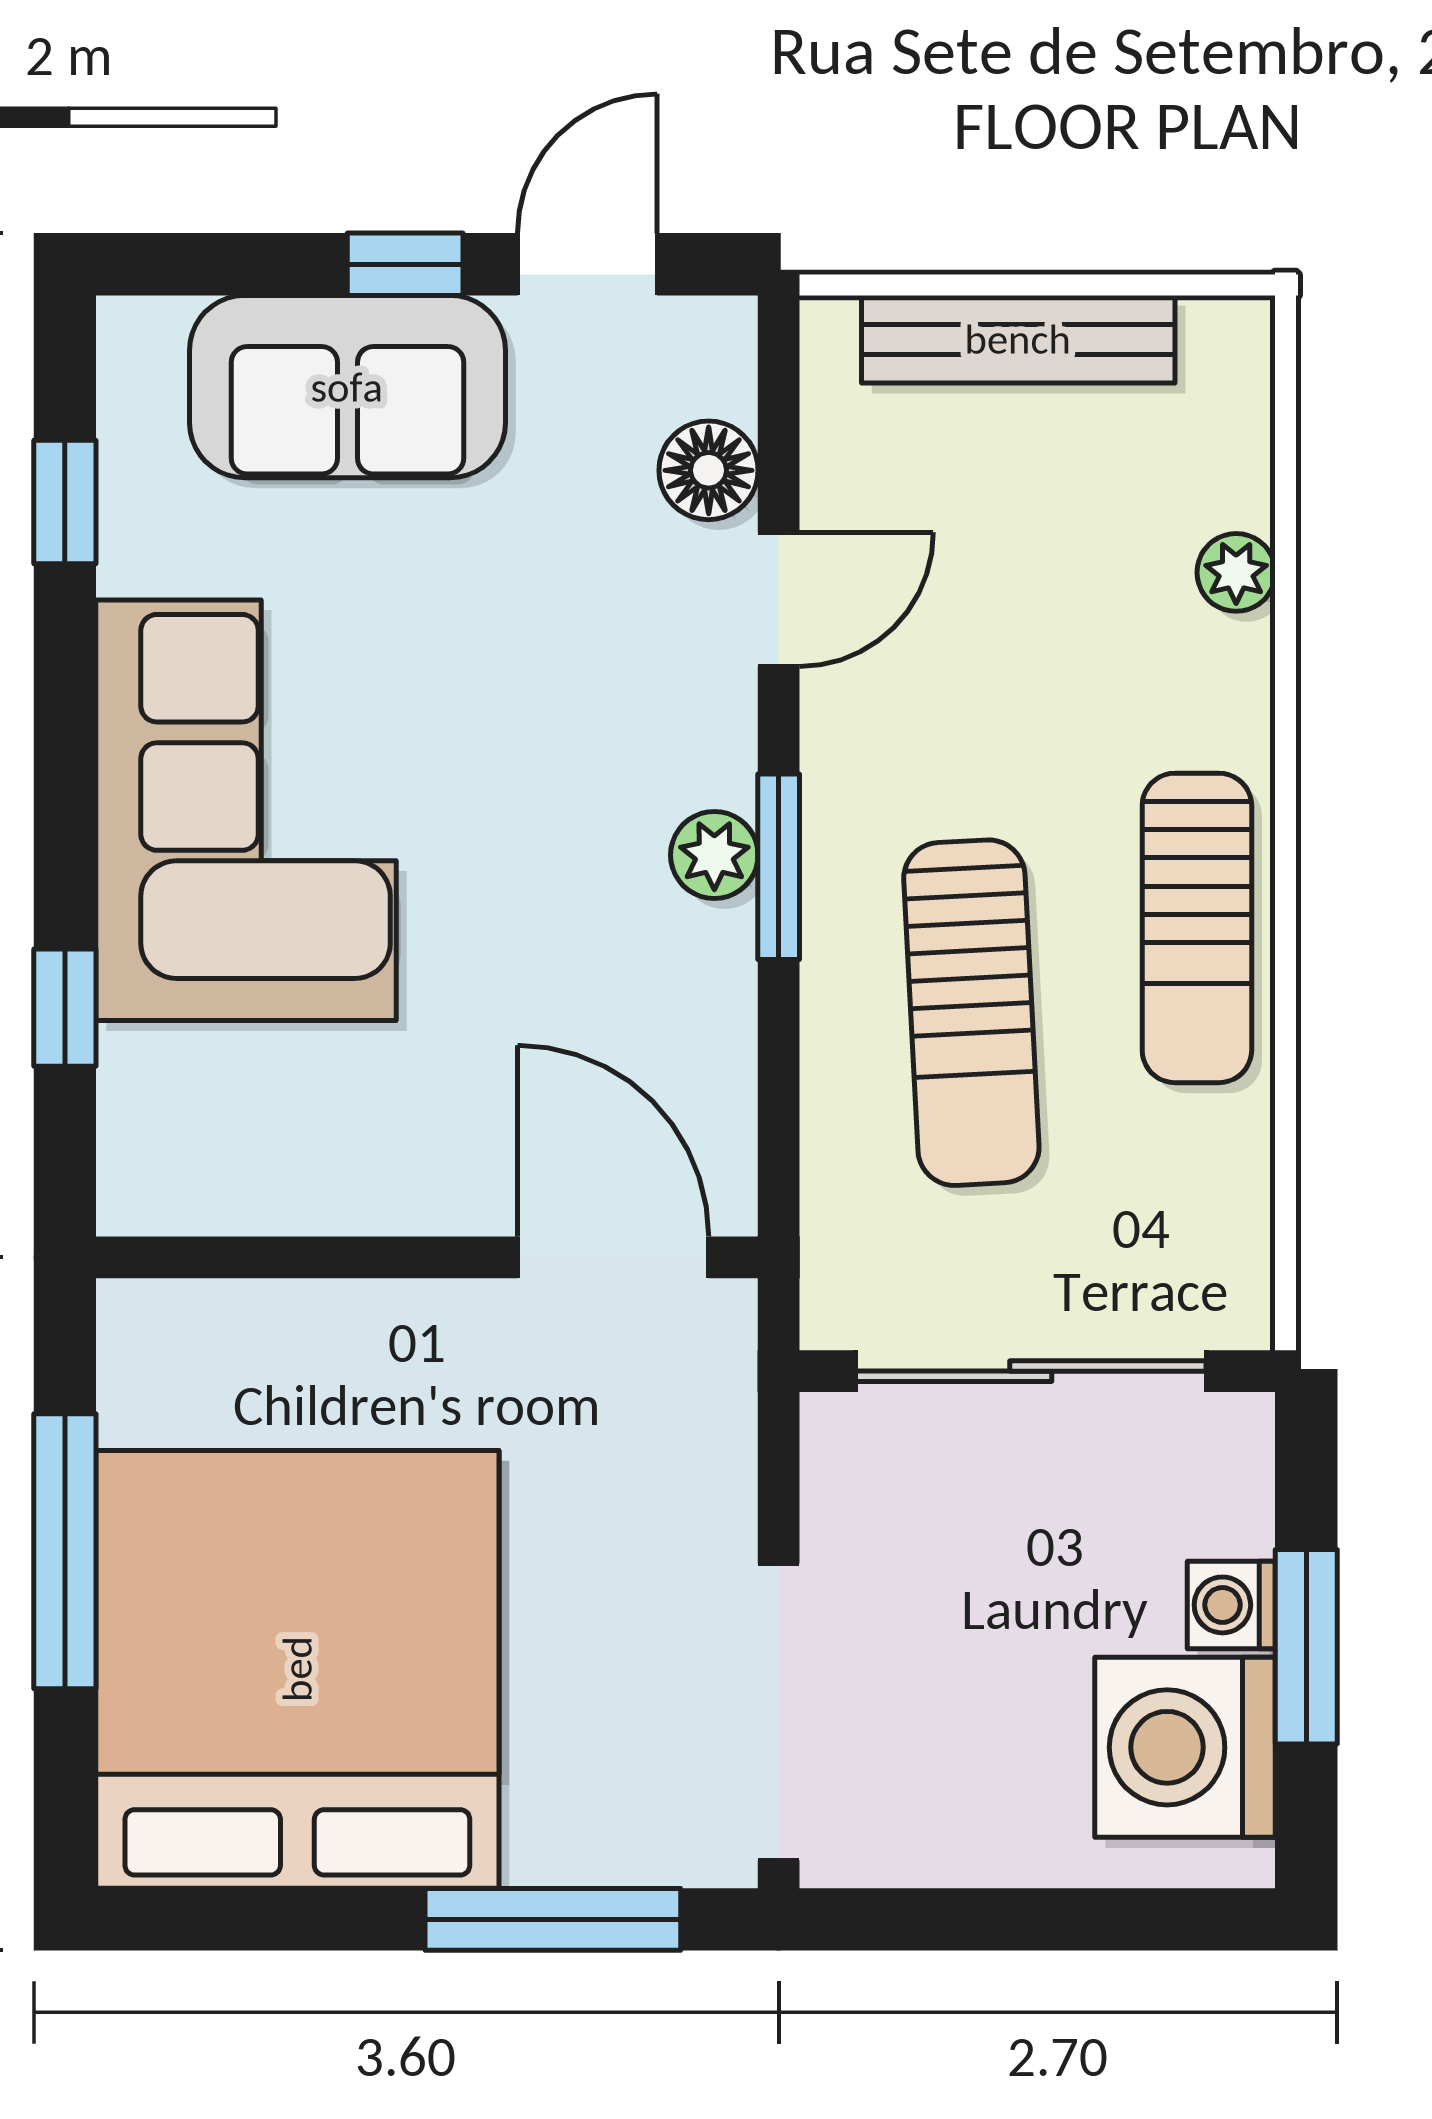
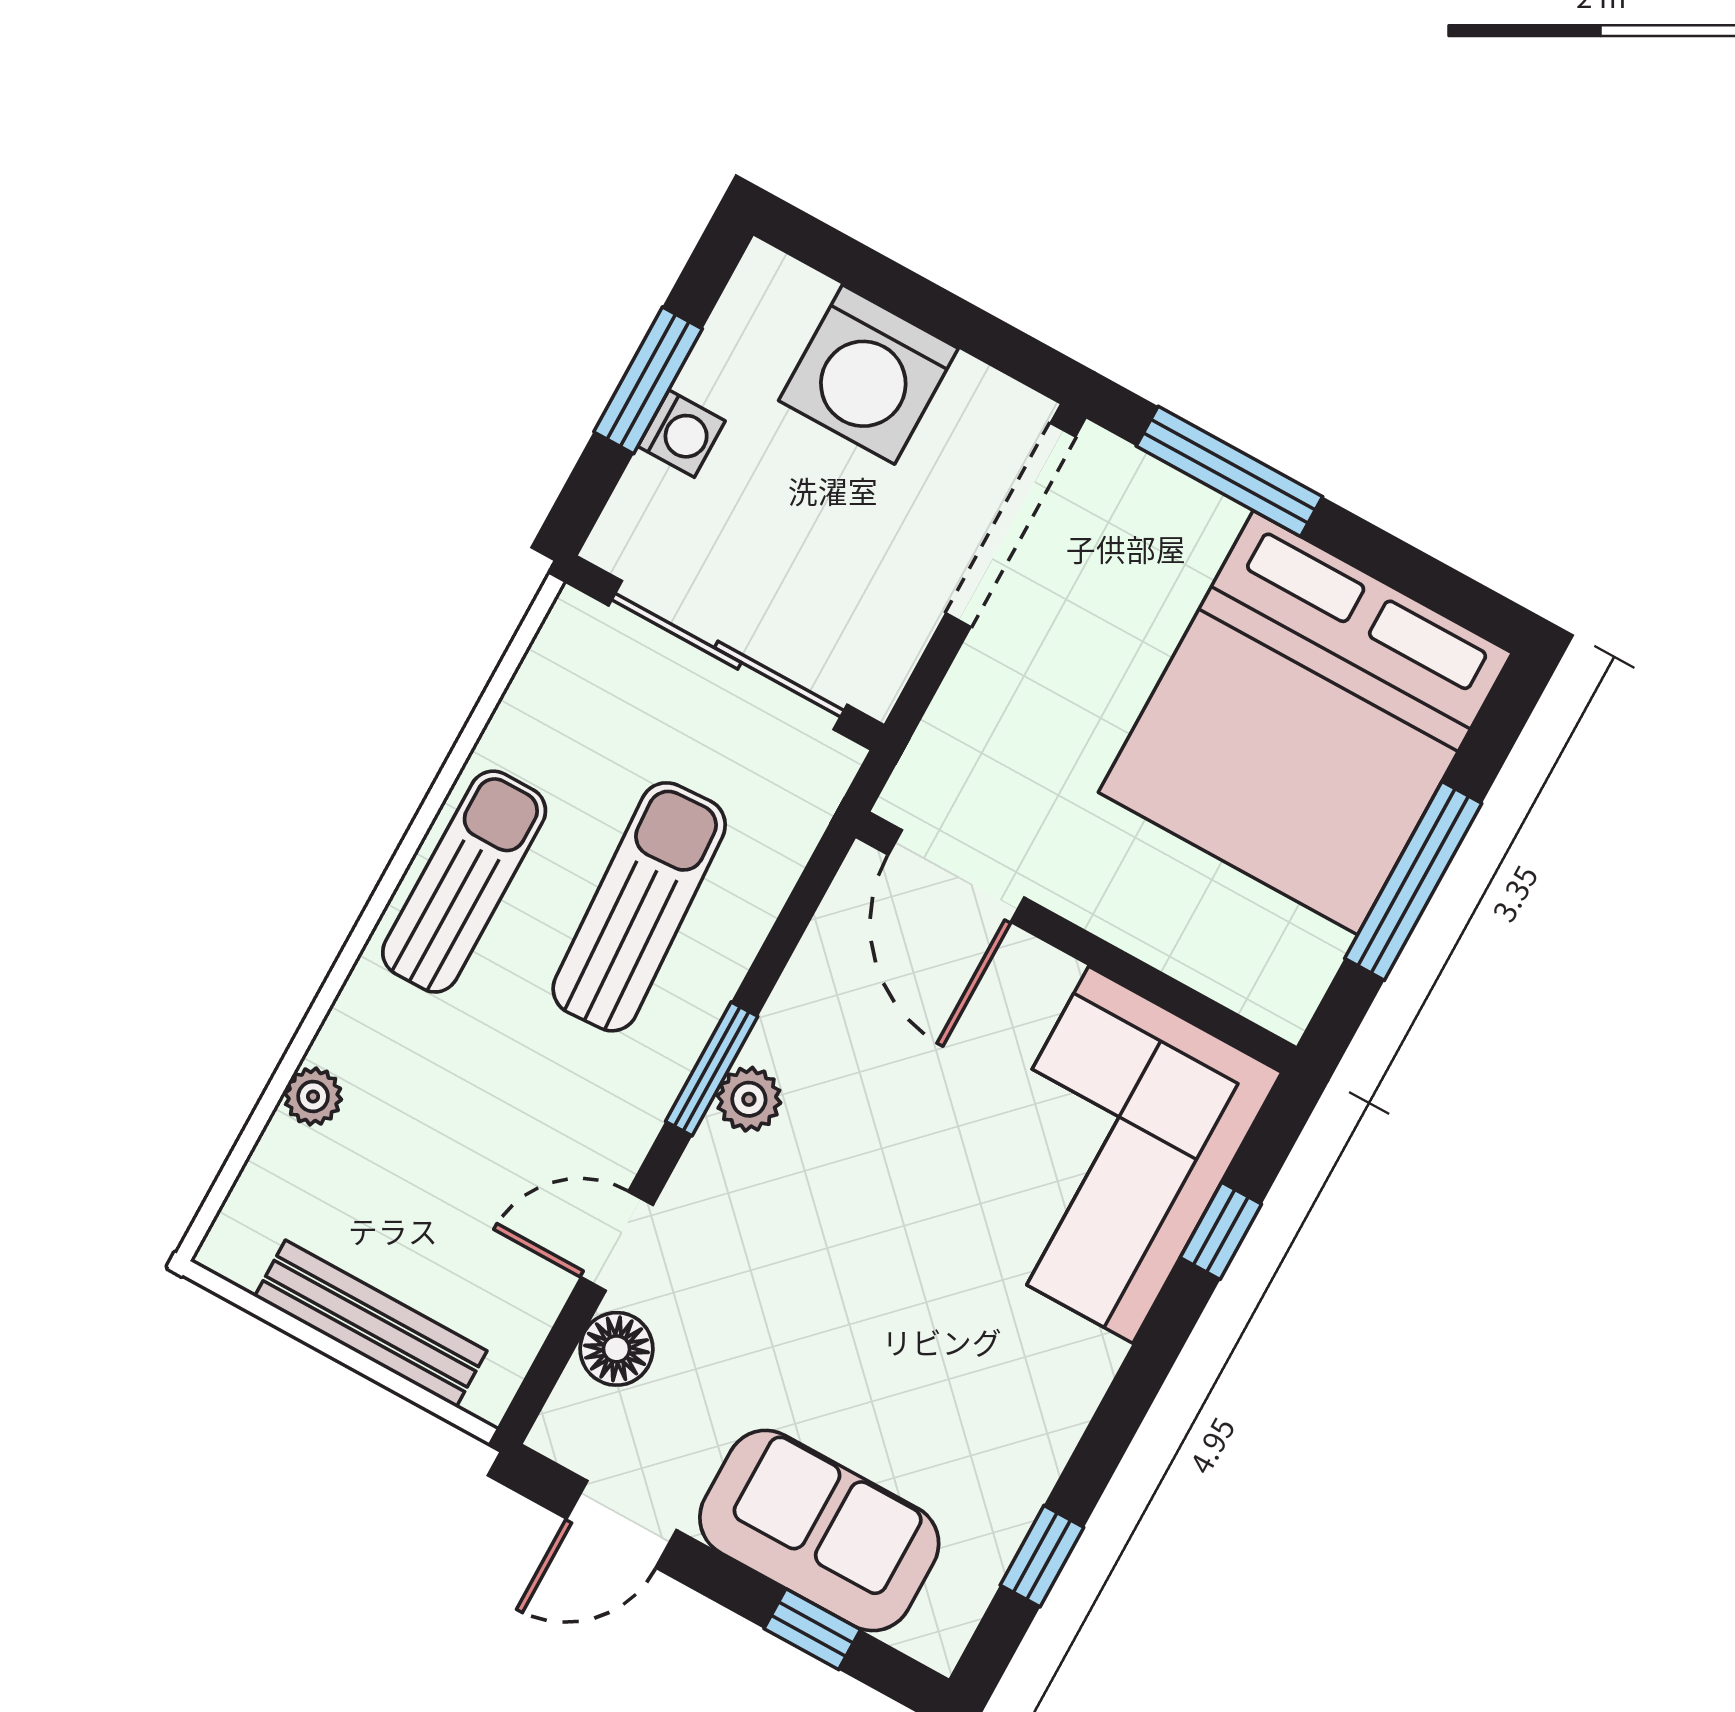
window: (405, 264) -> (812, 1629), moved
corner sofa: (246, 810) -> (1111, 1155), moved
washing machine: (1185, 1747) -> (868, 374), moved, turned 90

